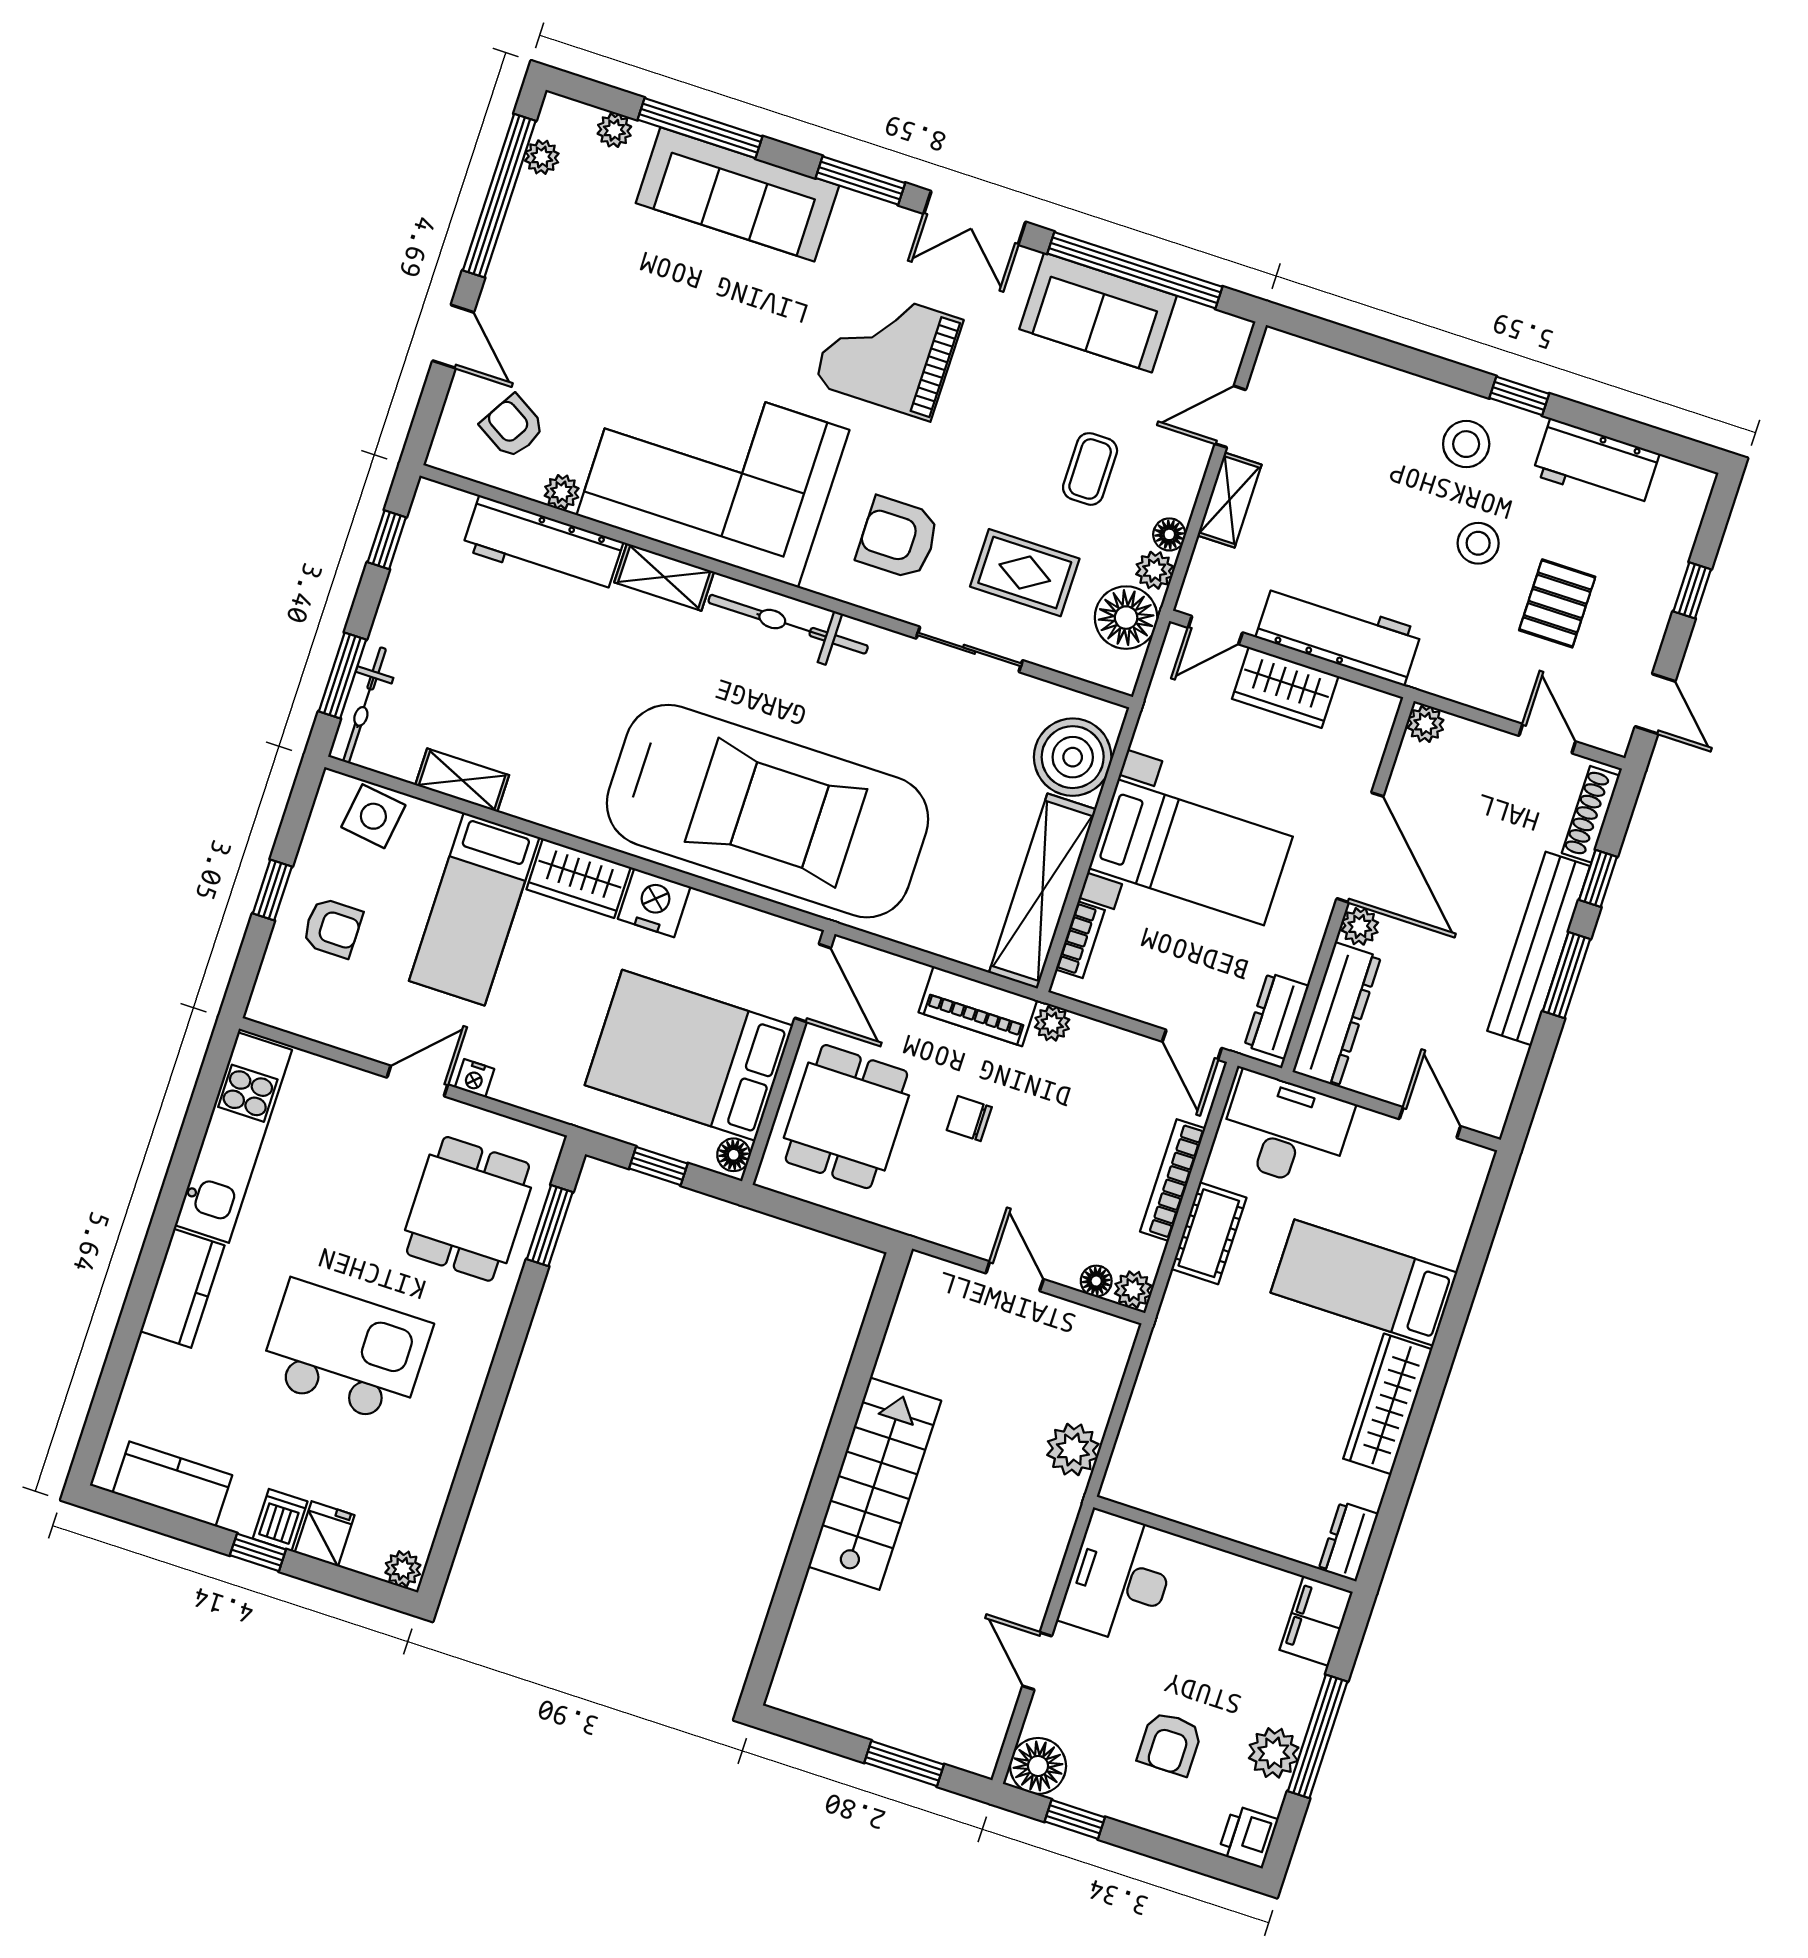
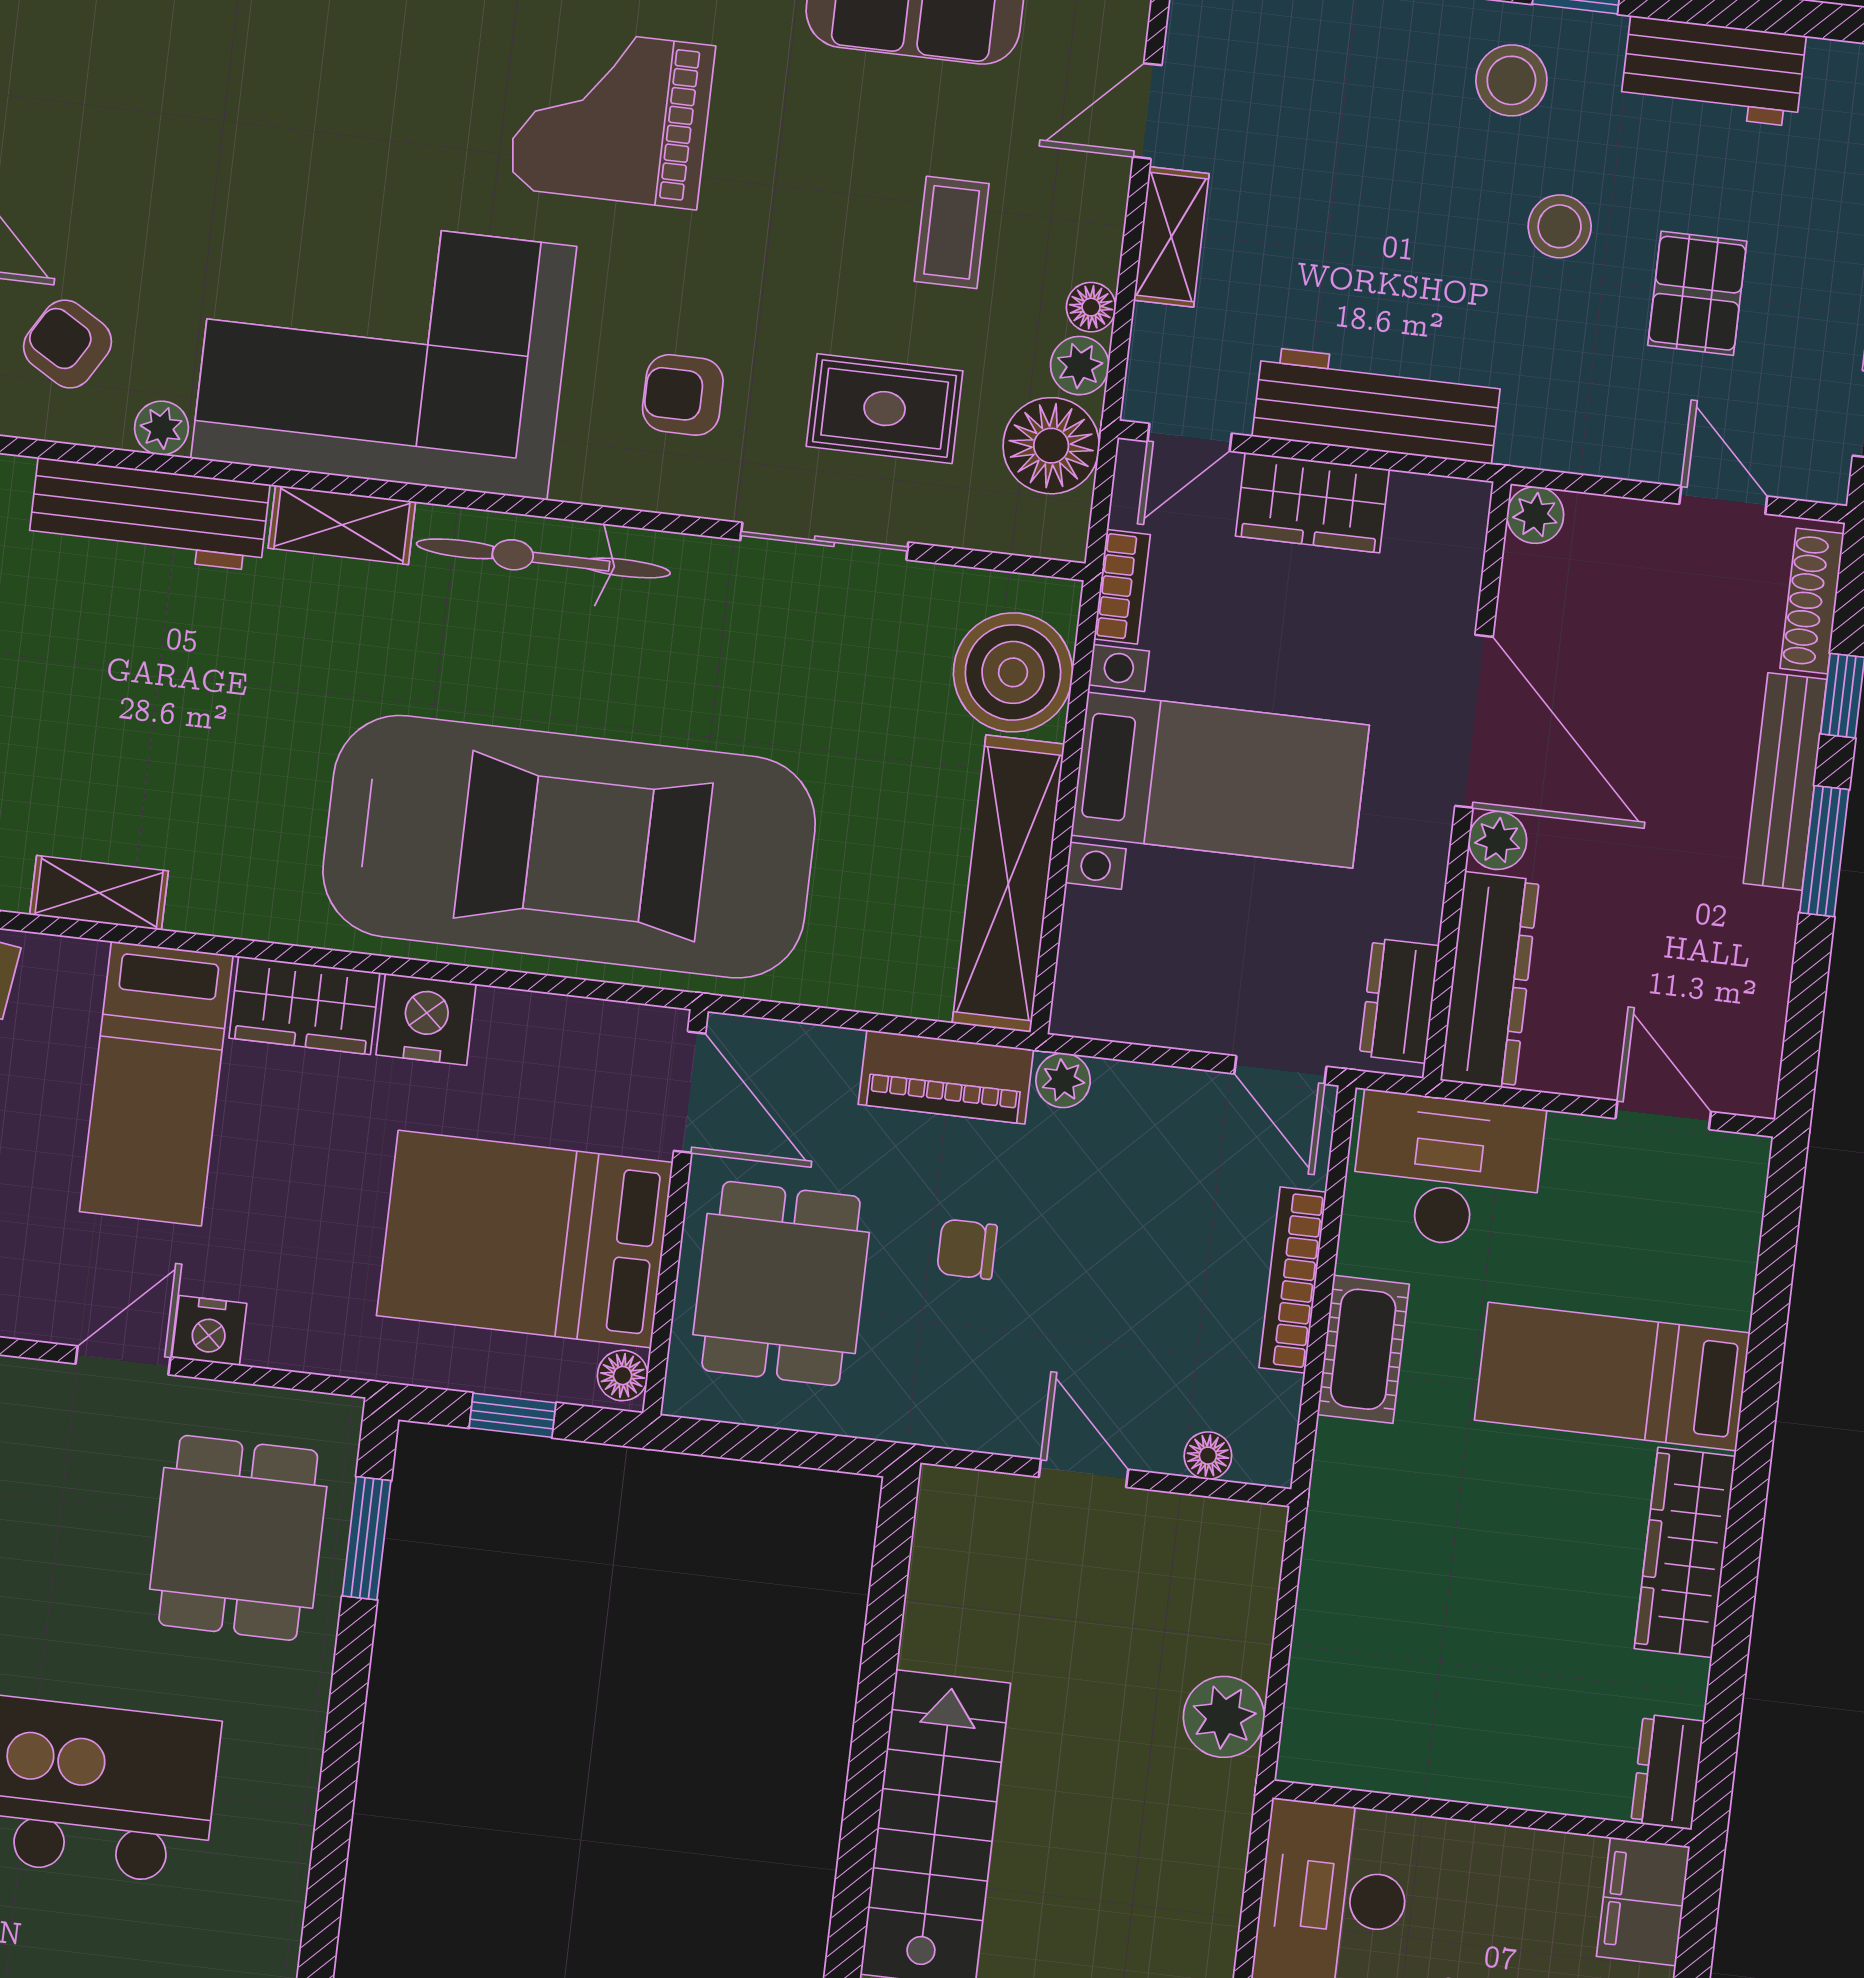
armchair: (898, 538) -> (683, 395), width x0.72, depth x0.72
bookcase: (1080, 940) -> (1122, 587), moved
bench: (1539, 948) -> (1785, 781), width x0.73, depth x0.82
nightstand: (475, 1078) -> (209, 1331), width x1.39, depth x1.35
plant: (1133, 1290) -> (1266, 1457), removed

